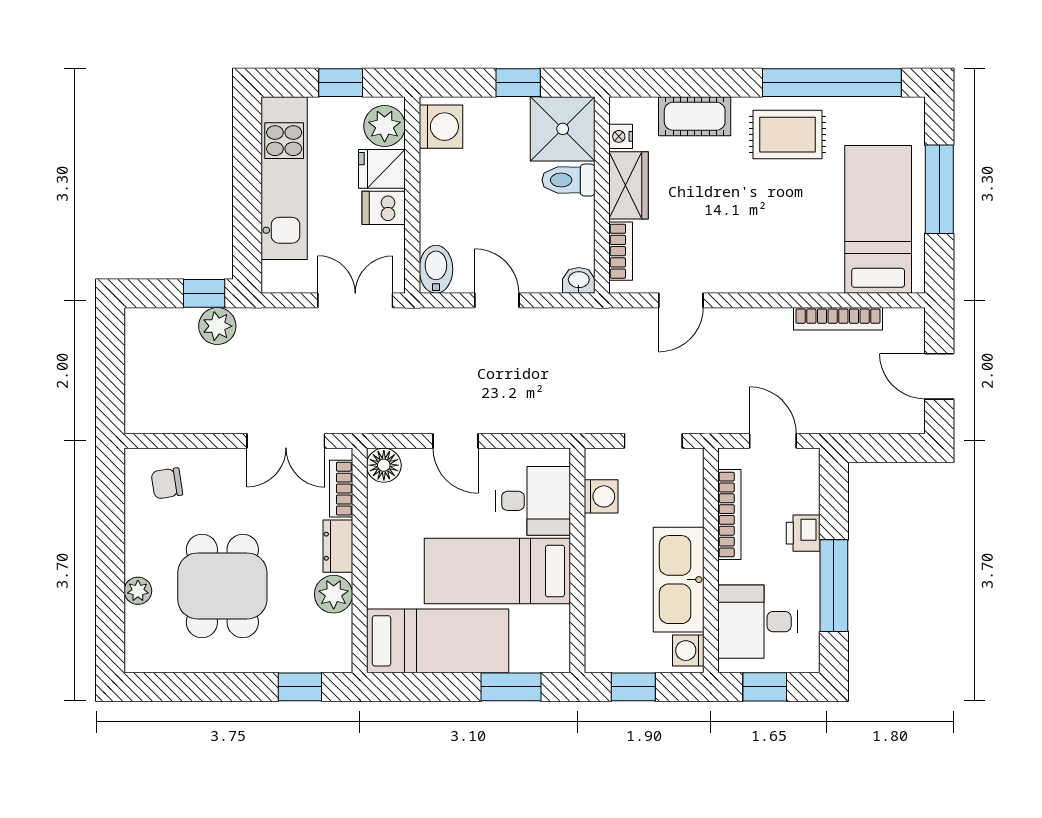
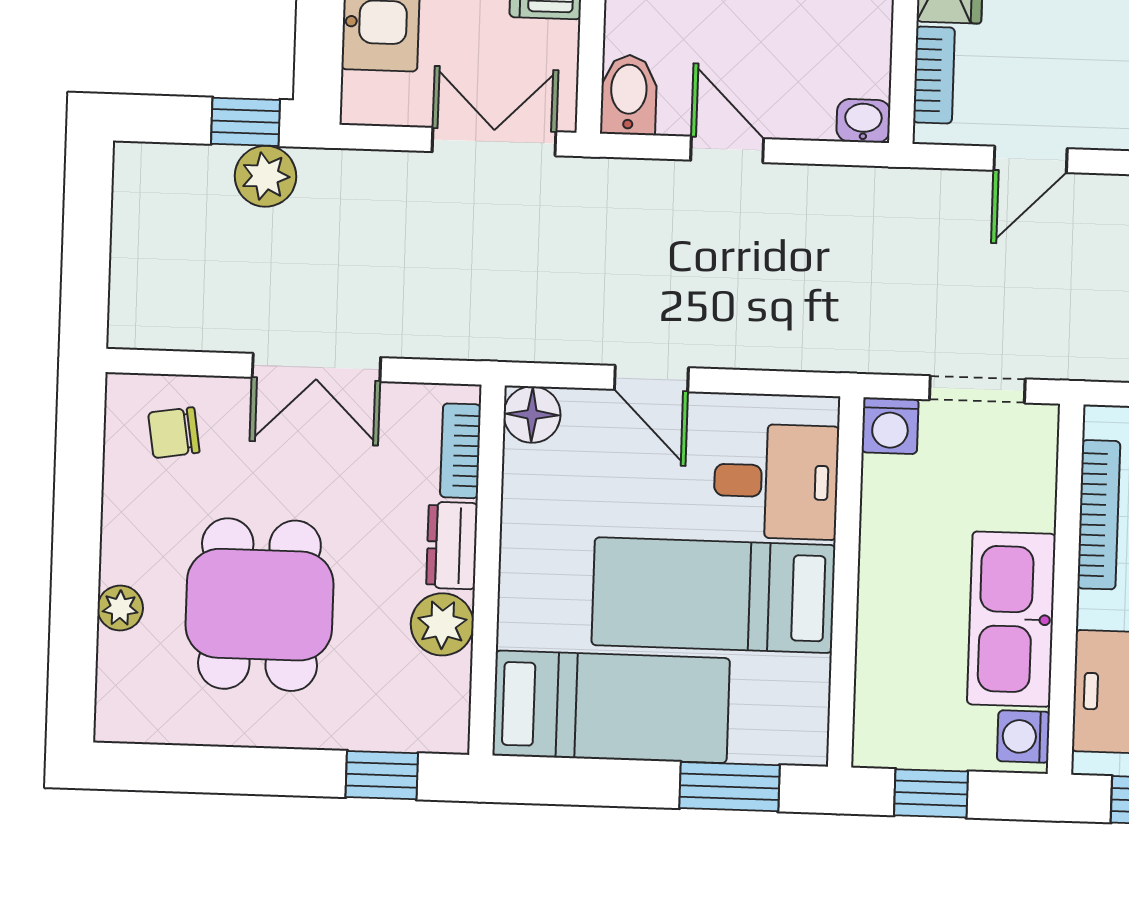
double door: (286, 441) -> (316, 367), moved
washing machine: (601, 496) -> (890, 426), moved, turned 90

